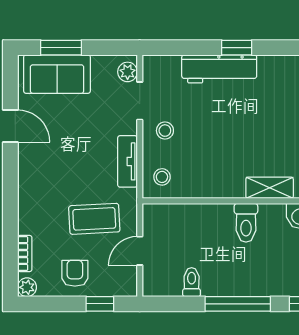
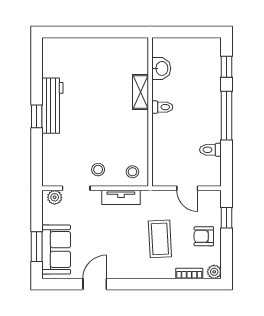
workbench: (219, 69) -> (52, 106), moved
coffee table: (94, 219) -> (160, 239), moved
toilet: (246, 223) -> (162, 107), width x0.73, depth x0.72

